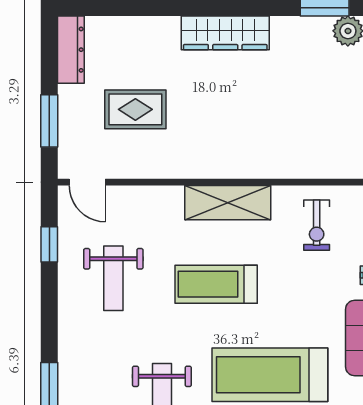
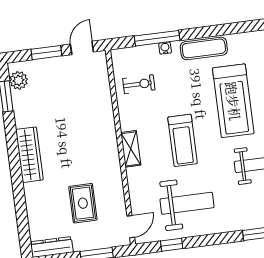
shelving: (228, 203) -> (131, 149), width x0.67, depth x0.75
weight bench: (113, 278) -> (187, 203), width x1.36, depth x1.33

